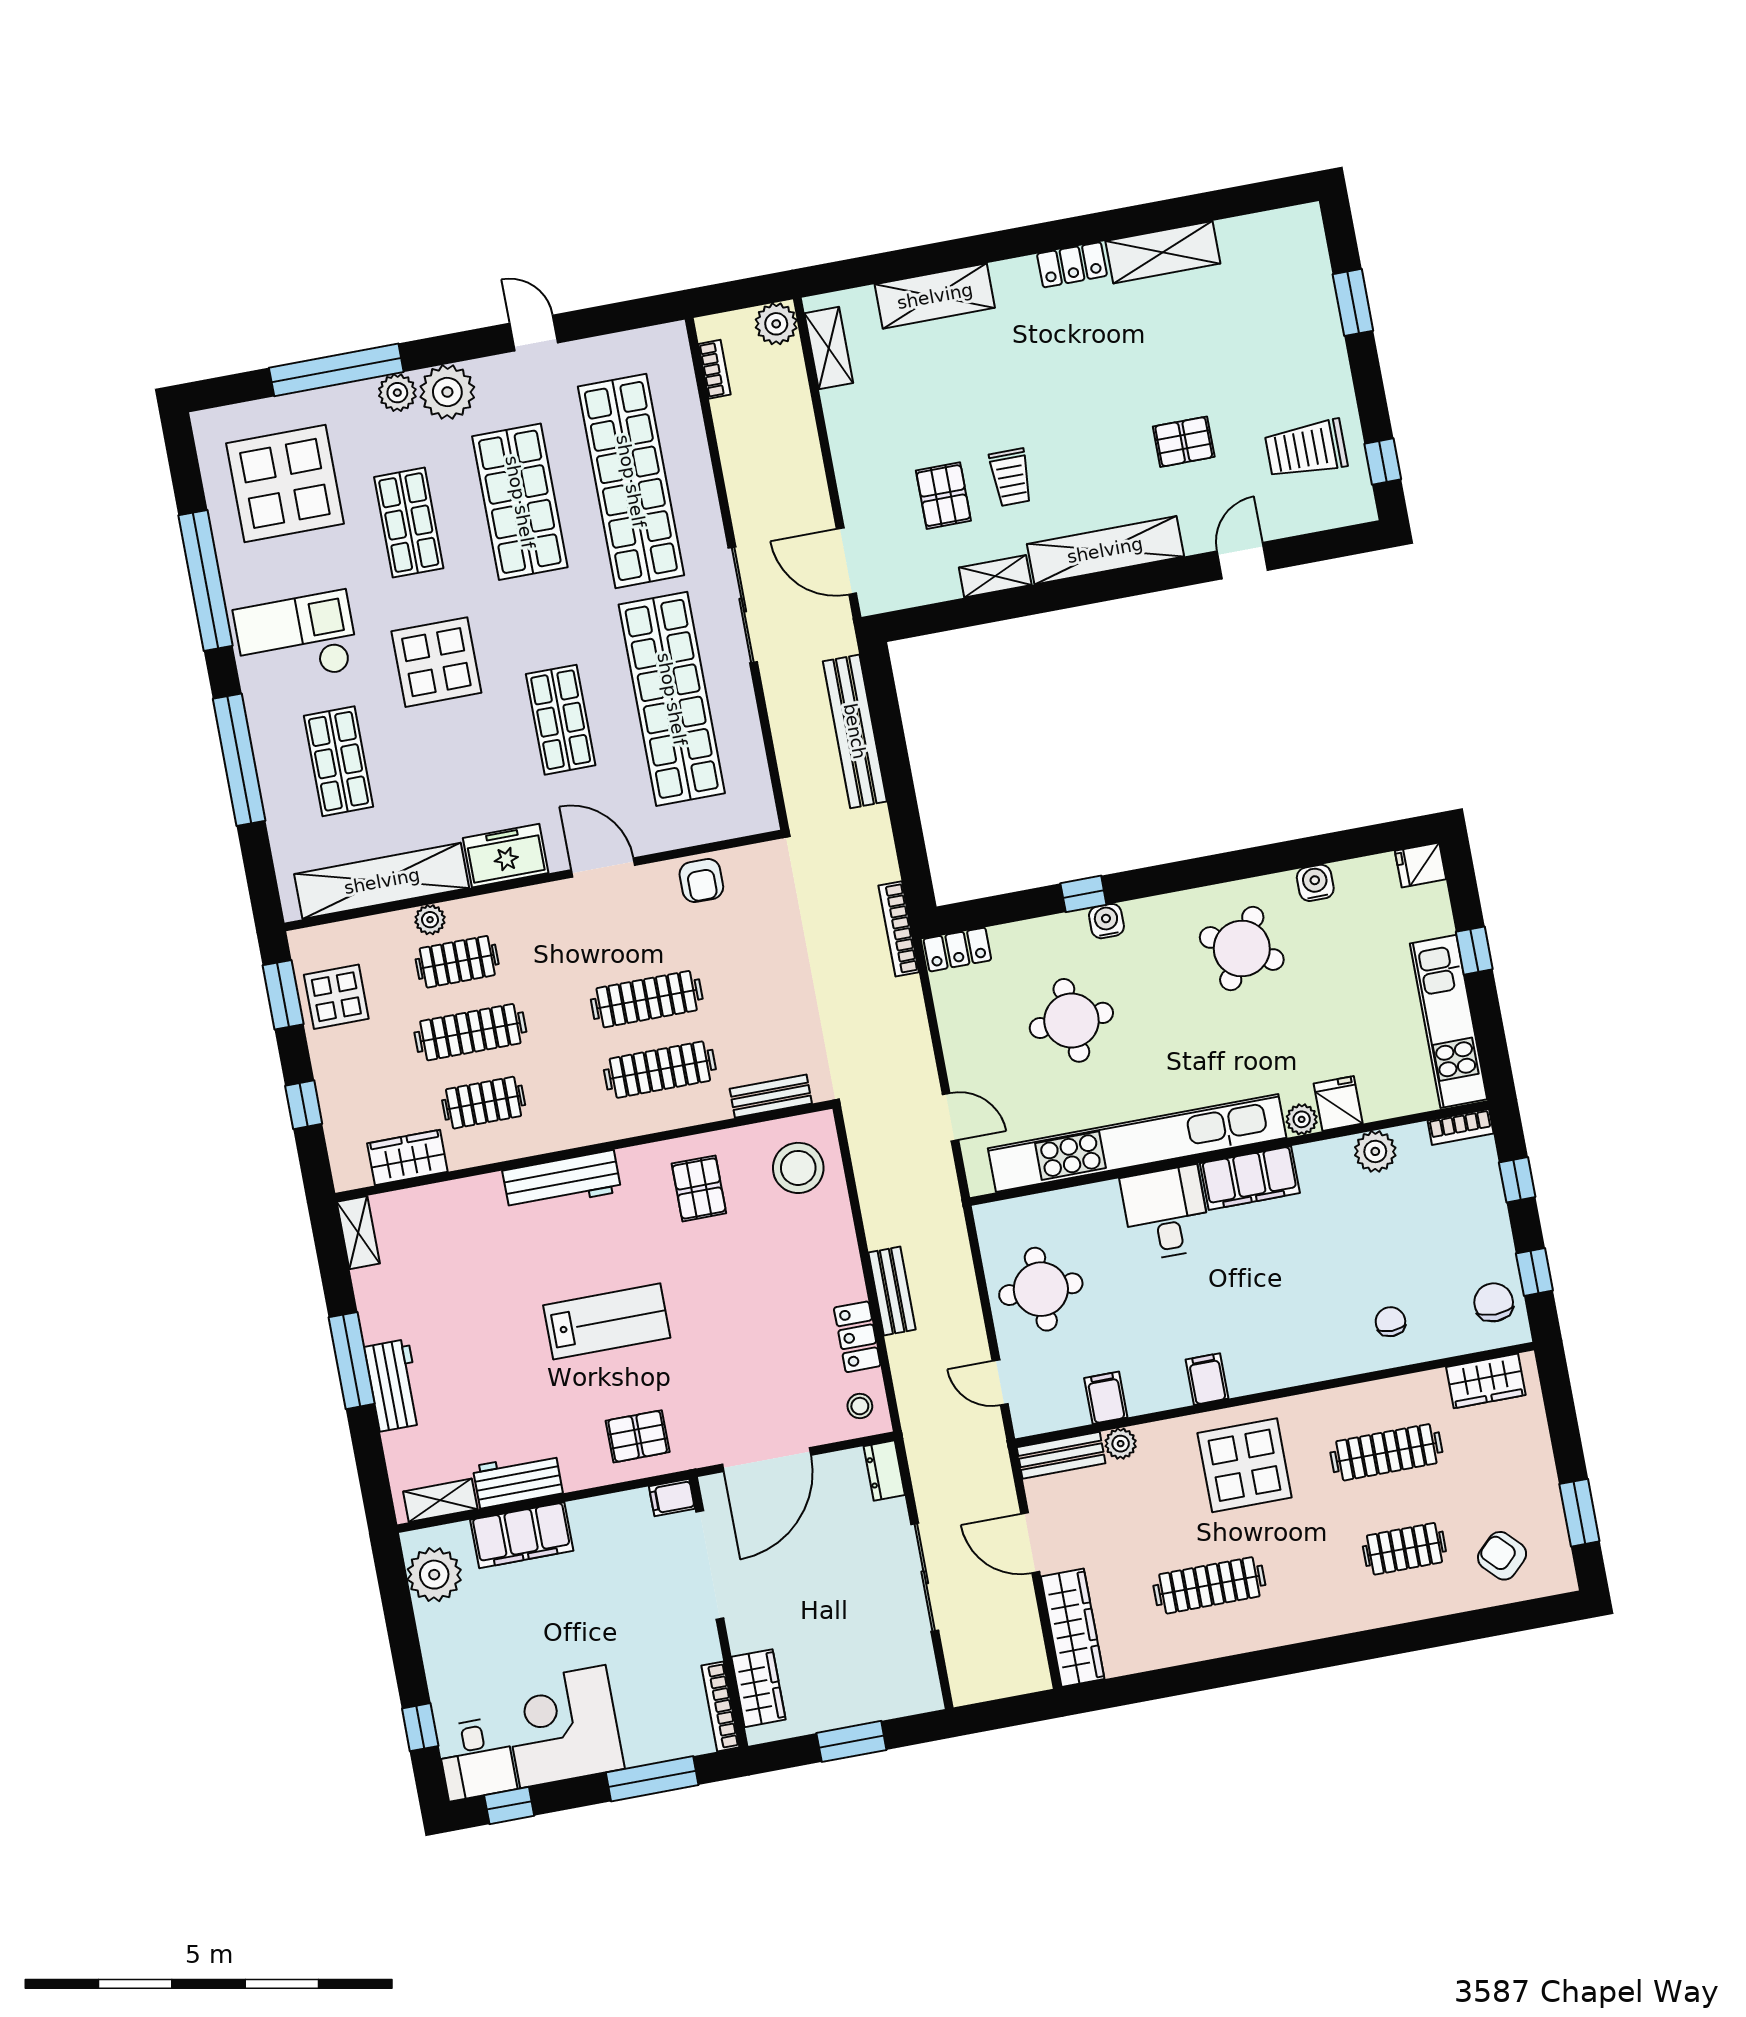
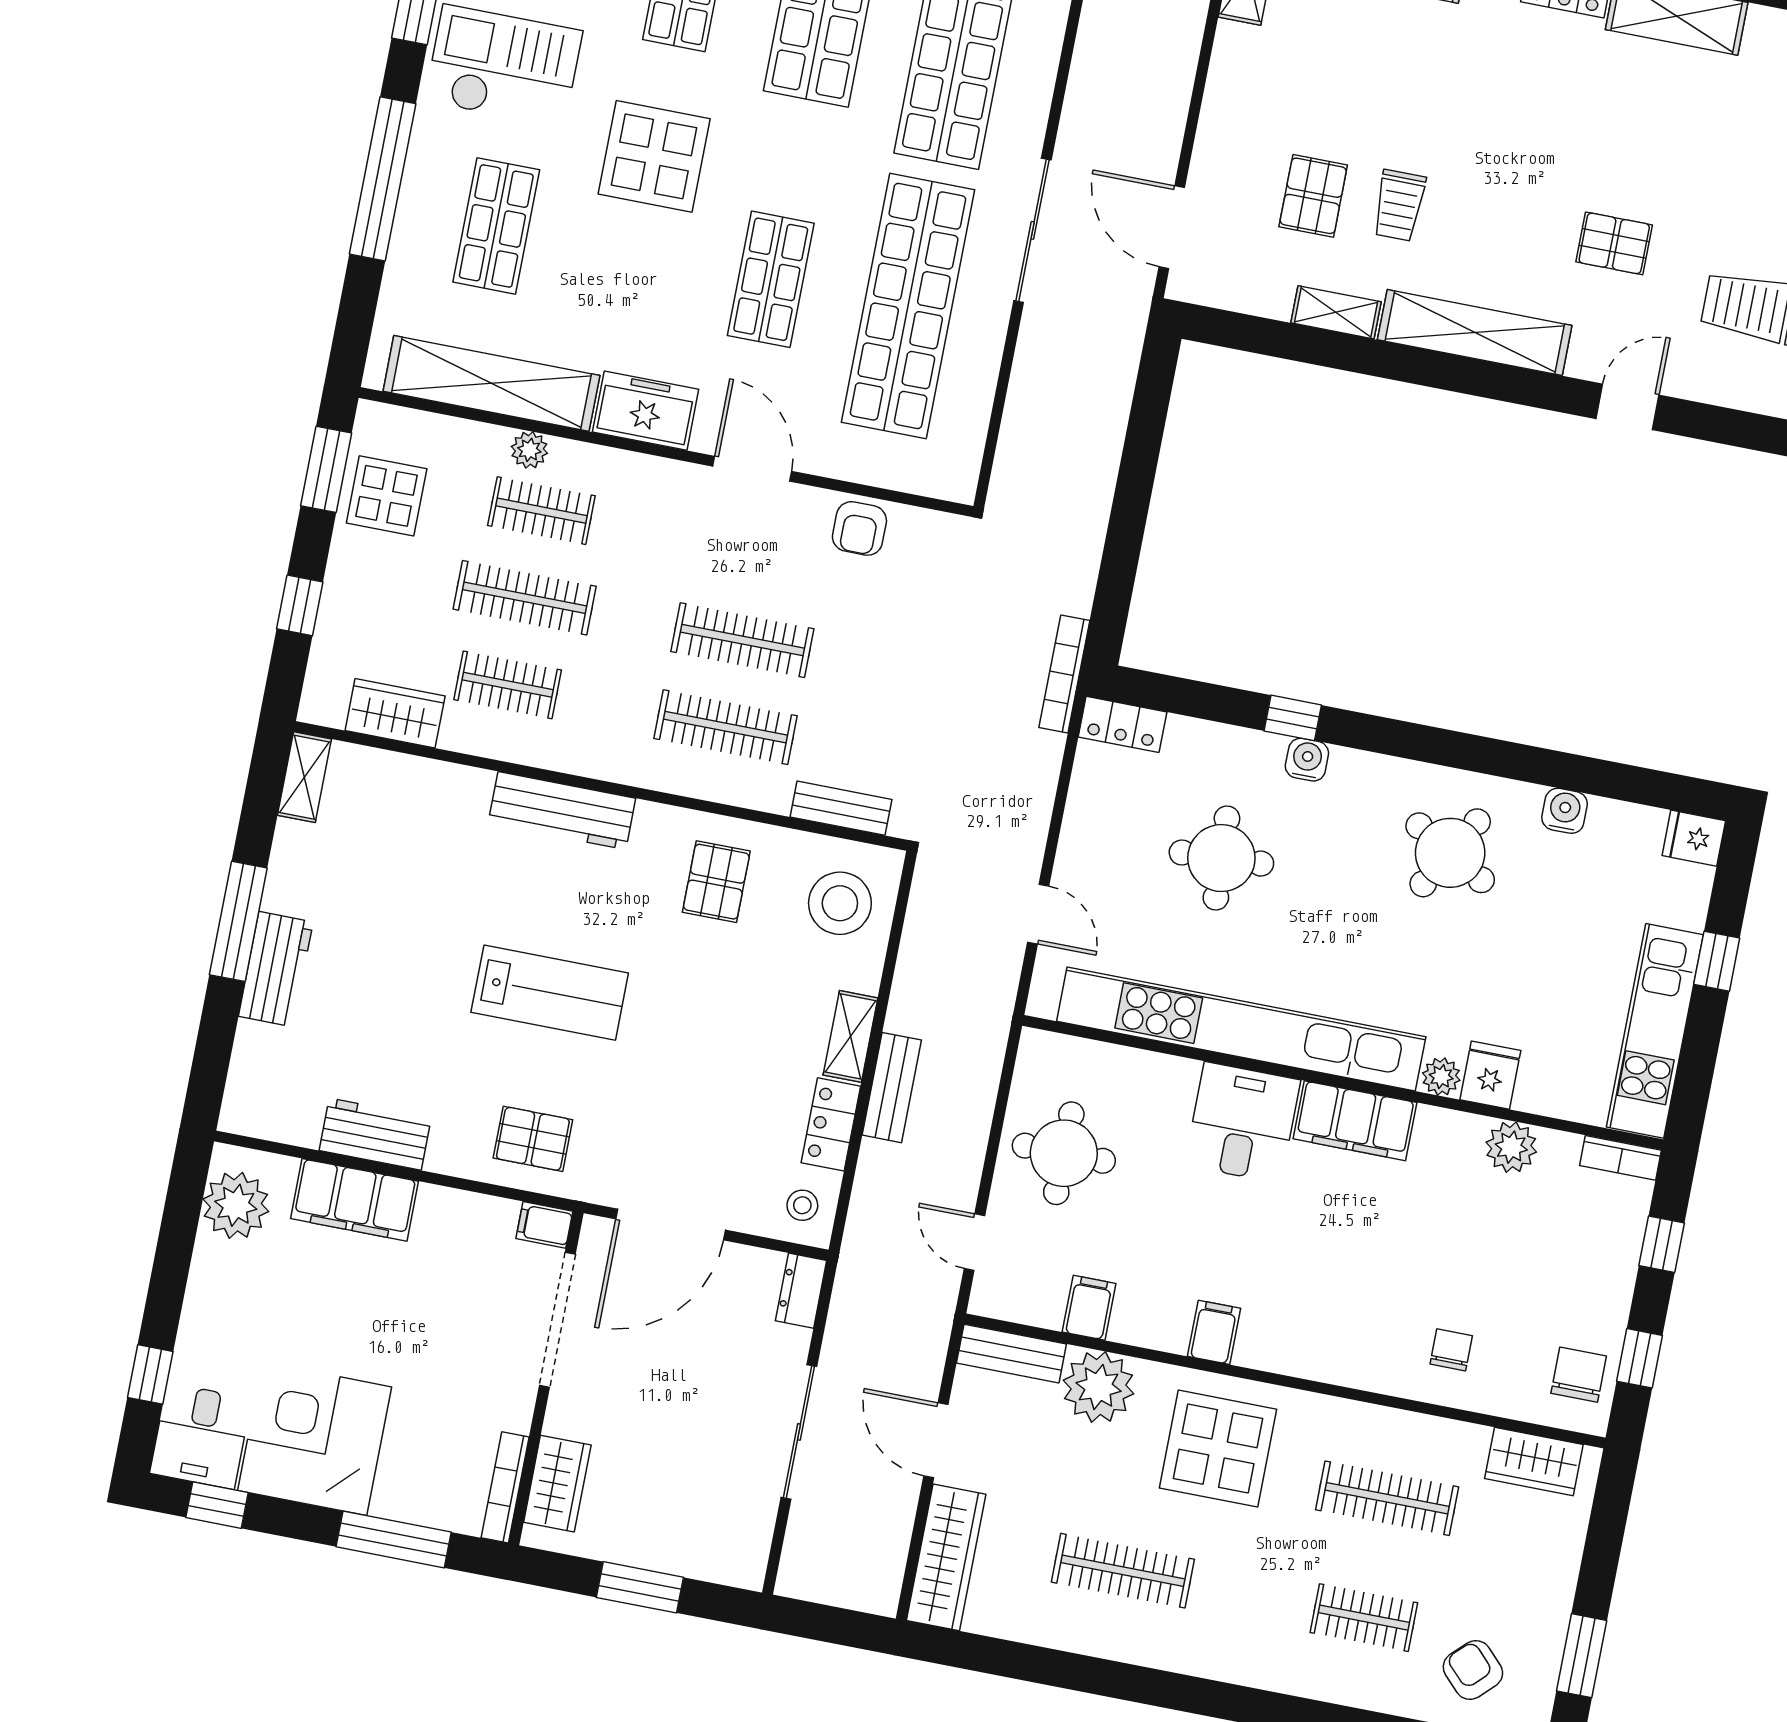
bench: (855, 731) -> (1104, 427), removed
plant: (1121, 1444) -> (1099, 1387), width x1.87, depth x1.87
shelving: (440, 1500) -> (850, 1036), moved, turned 90

